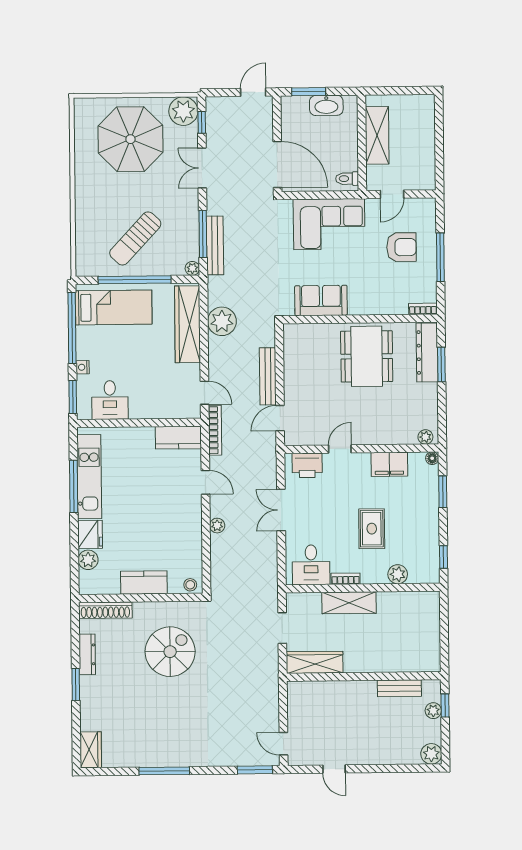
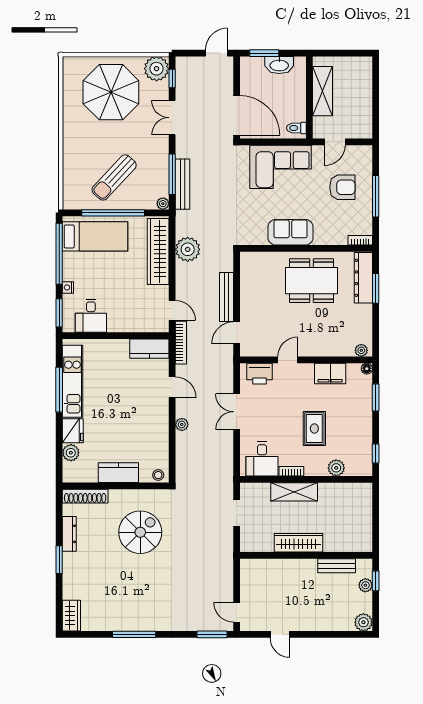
sofa: (321, 300) -> (291, 232), moved
dining table: (367, 356) -> (312, 281), turned 90
wardrobe: (315, 662) -> (298, 543), moved

